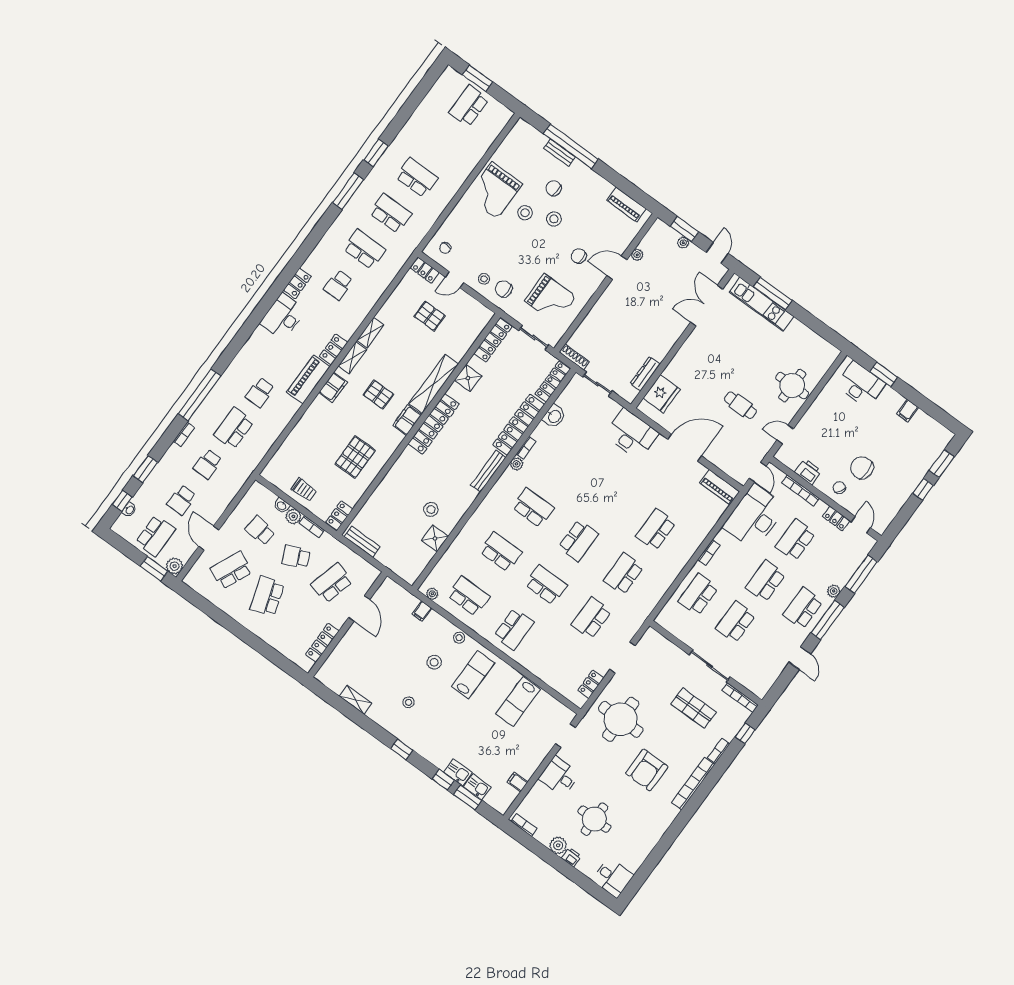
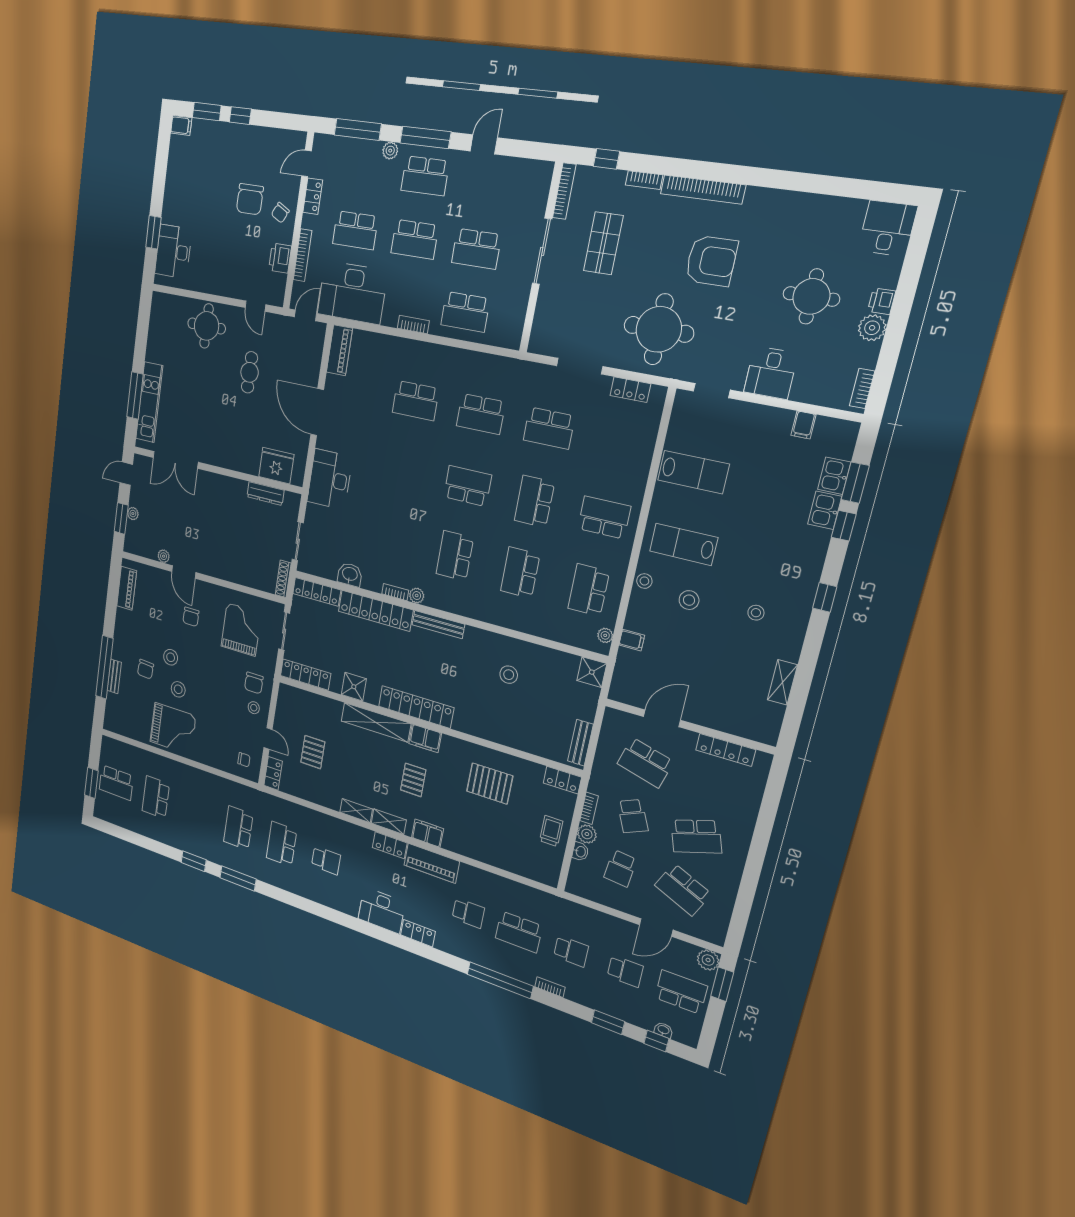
school desk: (417, 178) -> (156, 797), moved
locker: (297, 283) -> (418, 933), moved
filing cabinet: (908, 411) -> (181, 125), moved
shower: (435, 538) -> (592, 672), moved

